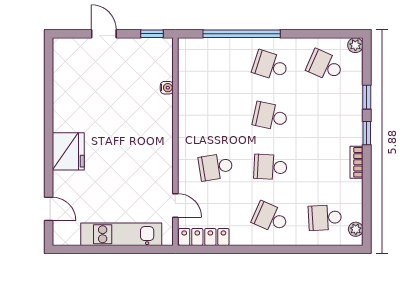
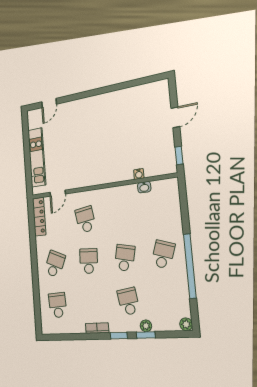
window: (242, 34) -> (190, 266), moved
school desk: (325, 66) -> (128, 301), moved, turned -33
washbasin: (184, 82) -> (144, 187), added
fridge: (68, 151) -> (87, 108), removed
plant: (356, 229) -> (146, 326), moved

